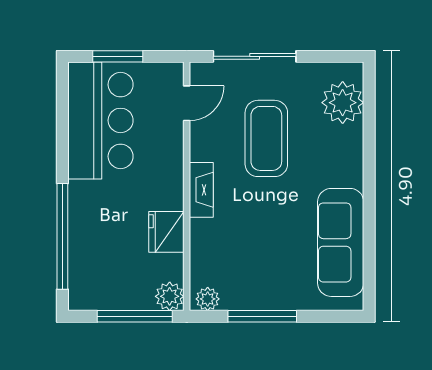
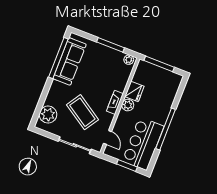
door: (187, 103) -> (108, 137), swing flipped
coffee table: (266, 138) -> (82, 112), turned -57
window: (62, 236) -> (166, 129), moved
window: (369, 240) -> (58, 58), added
plant: (170, 296) -> (128, 105), moved

